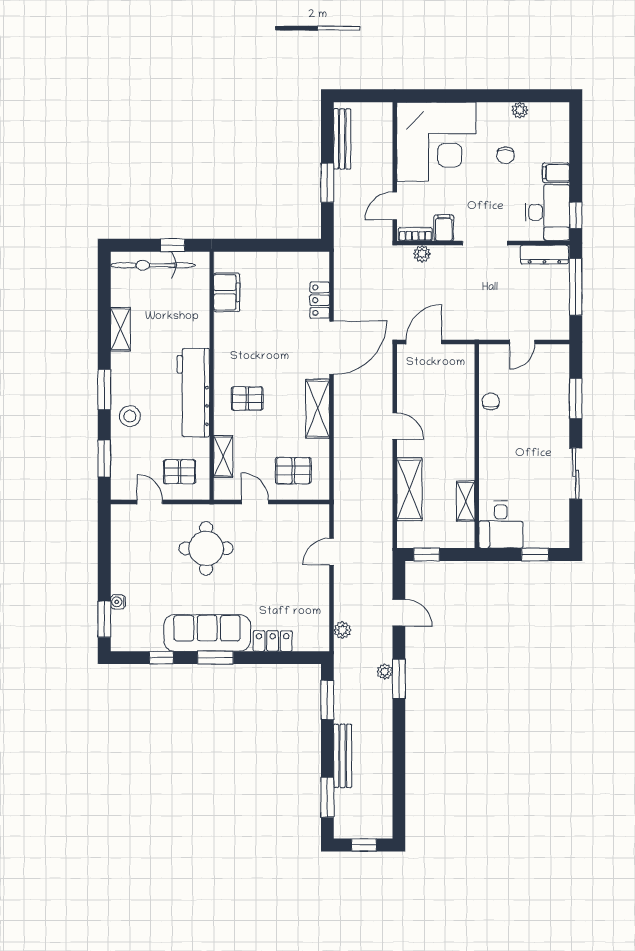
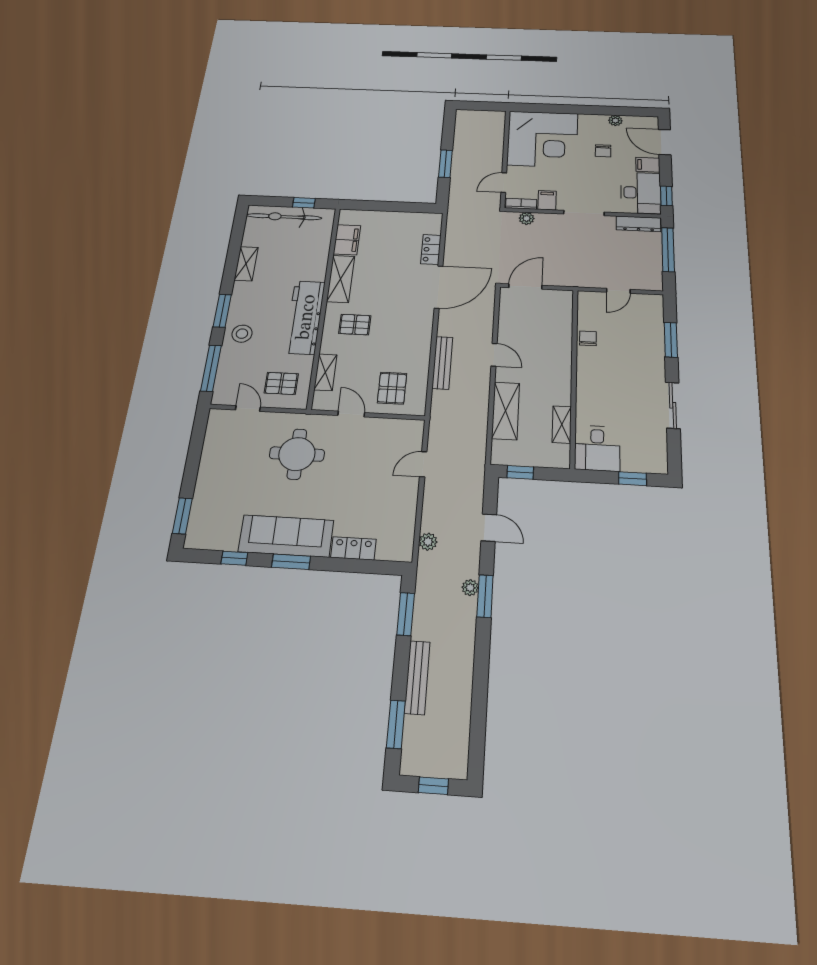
bench: (342, 139) -> (442, 363), moved
door: (576, 139) -> (665, 142), added
shelving: (318, 409) -> (341, 279), moved
window: (104, 458) -> (211, 368), width x1.44
pallet: (293, 471) -> (392, 388), turned 90
water cooler: (118, 602) -> (199, 500), removed

